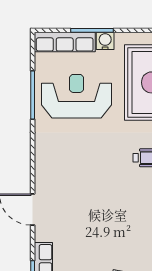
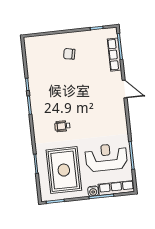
reception desk: (76, 96) -> (106, 157), turned 180

